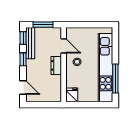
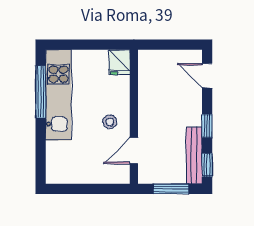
door: (64, 46) -> (134, 151), hinge flipped
dresser: (56, 65) -> (147, 115), removed
kitchen unit: (106, 68) -> (58, 95), width x0.73

